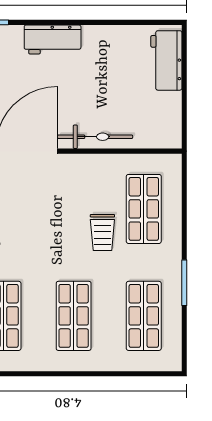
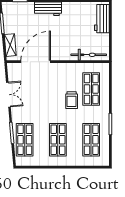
bicycle: (95, 137) -> (89, 55), moved

